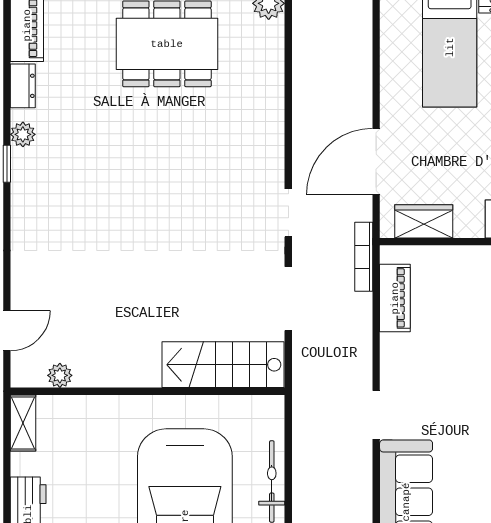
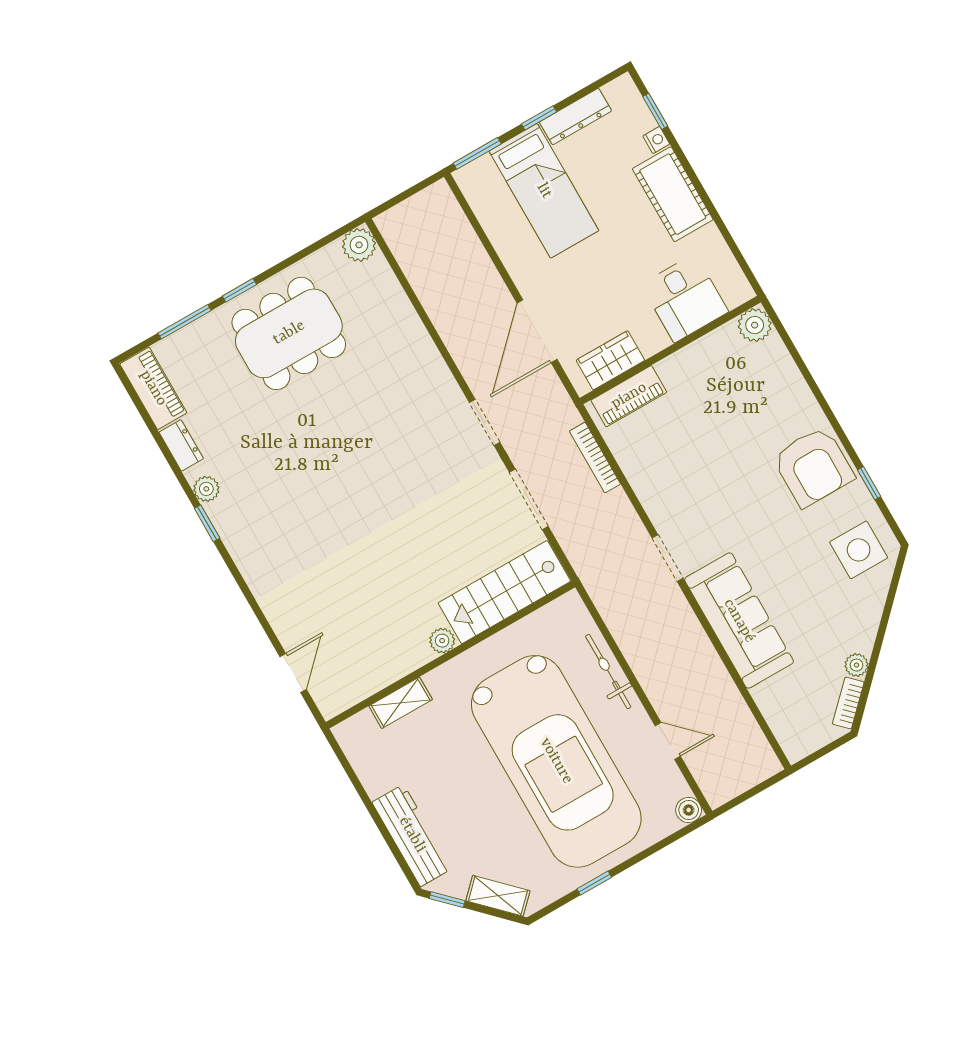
bookcase: (364, 257) -> (595, 458), moved
piano: (395, 298) -> (629, 396), moved, turned 90
plant: (60, 375) -> (442, 641), moved
shelving: (23, 423) -> (401, 703), moved, turned 90

